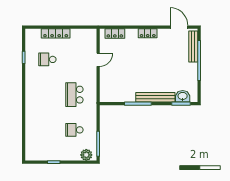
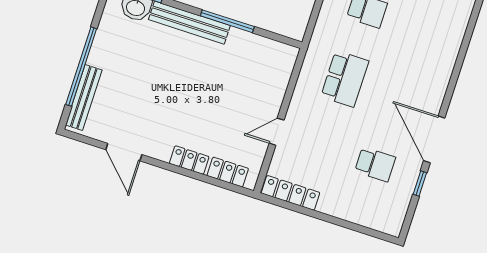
door: (179, 27) -> (124, 152), moved
locker: (56, 33) -> (290, 193), moved
locker: (148, 33) -> (189, 160), moved
door: (24, 80) -> (434, 139), added

